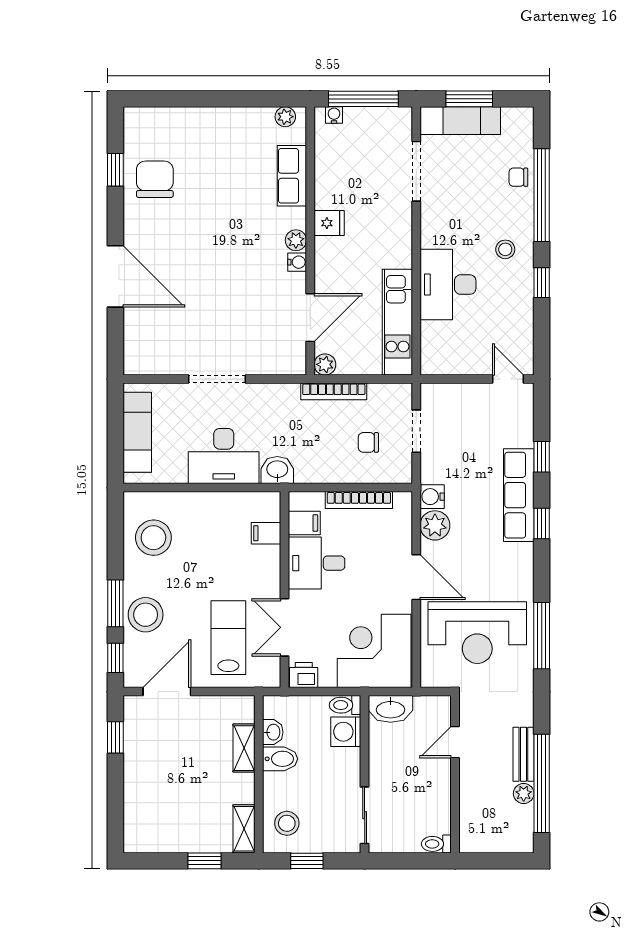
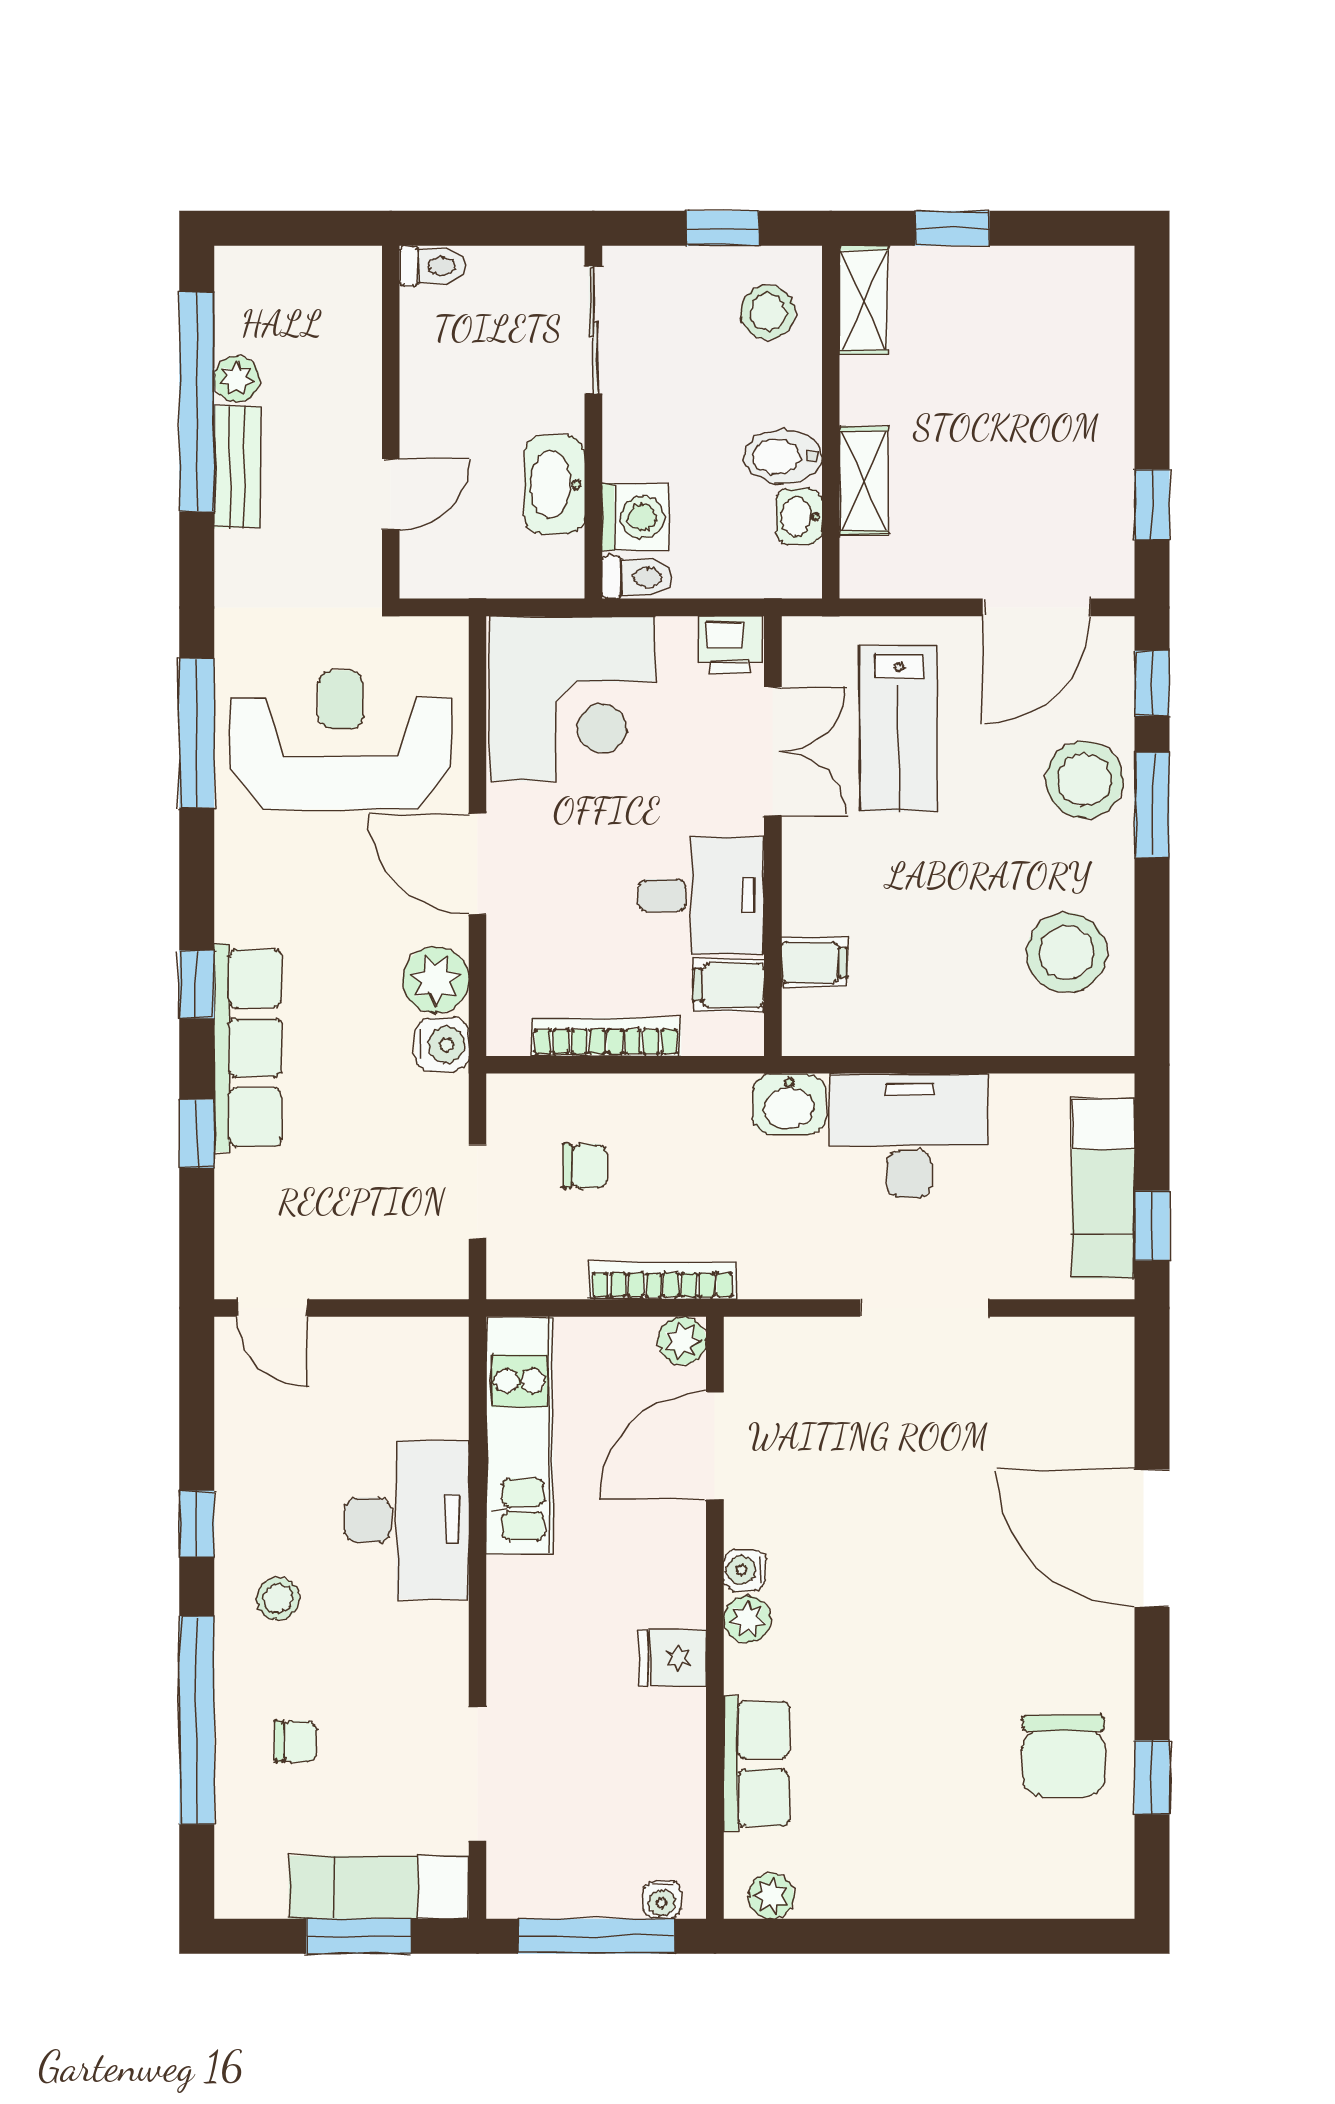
chair: (518, 177) -> (296, 1742), moved
window: (115, 416) -> (1152, 1226), added
washbasin: (391, 709) -> (554, 485), moved, turned -90

